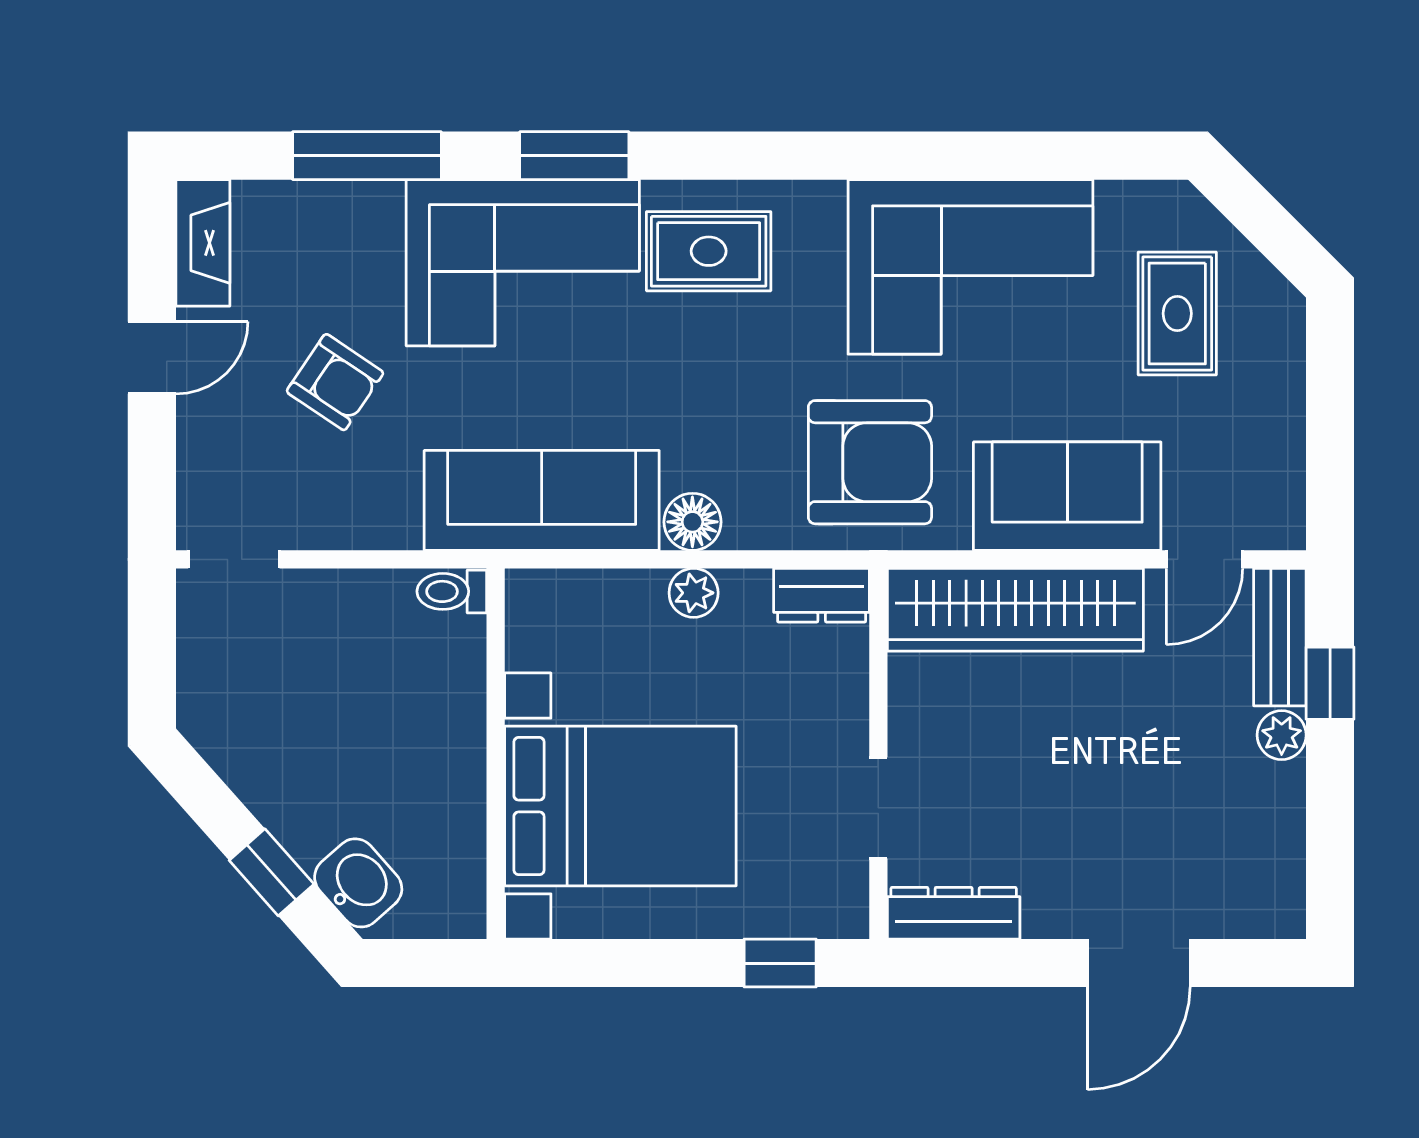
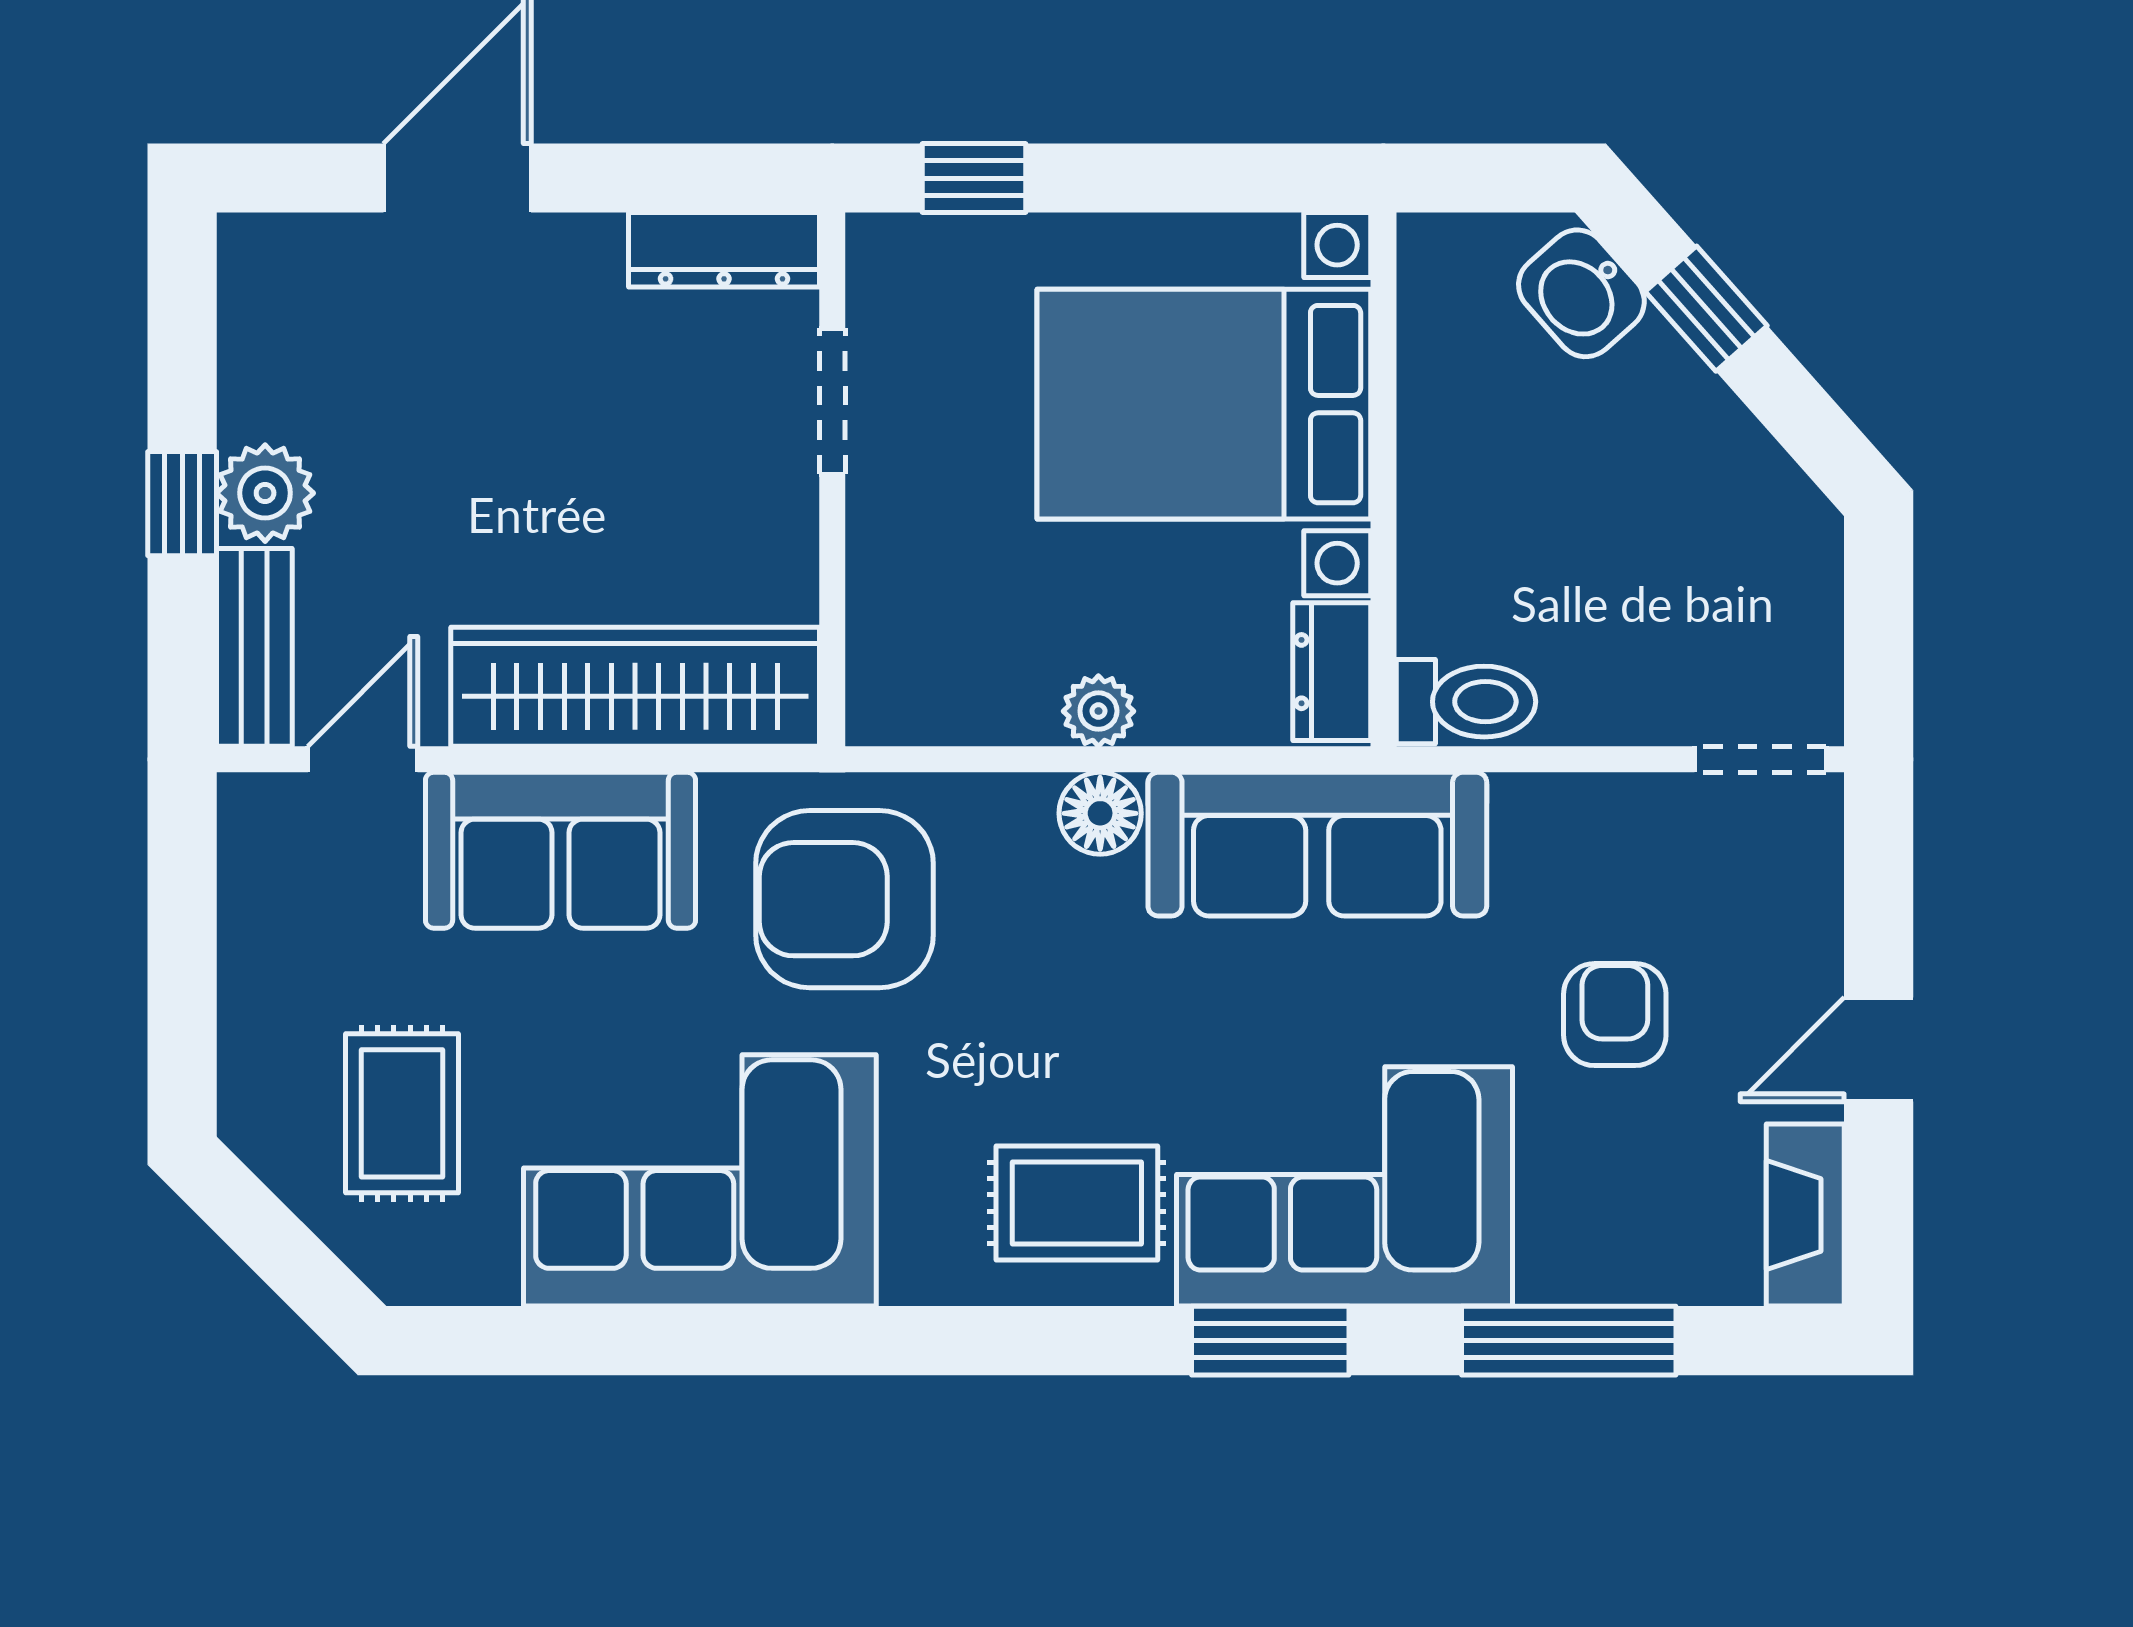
armchair: (335, 382) -> (1615, 1015), turned 56
toilet: (452, 591) -> (1466, 702), width x1.37, depth x1.39
dresser: (822, 595) -> (1332, 672), moved, turned -90
window: (1330, 683) -> (182, 504), moved
plant: (1282, 735) -> (265, 493), width x1.38, depth x1.38

